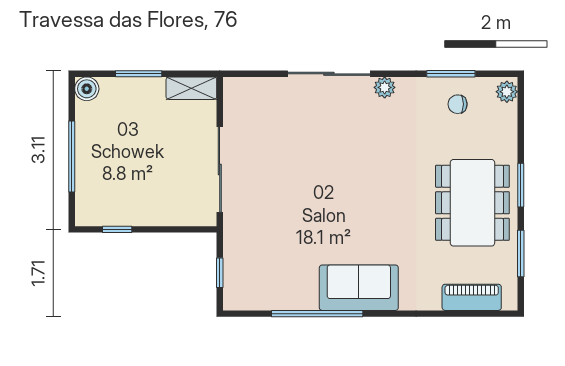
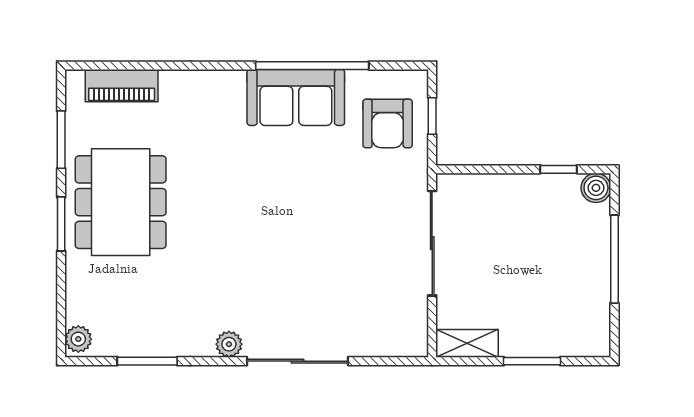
boiler: (87, 89) -> (596, 188), moved
chair: (458, 104) -> (139, 324), removed
armchair: (256, 267) -> (388, 123), added
sofa: (359, 288) -> (296, 97), moved

